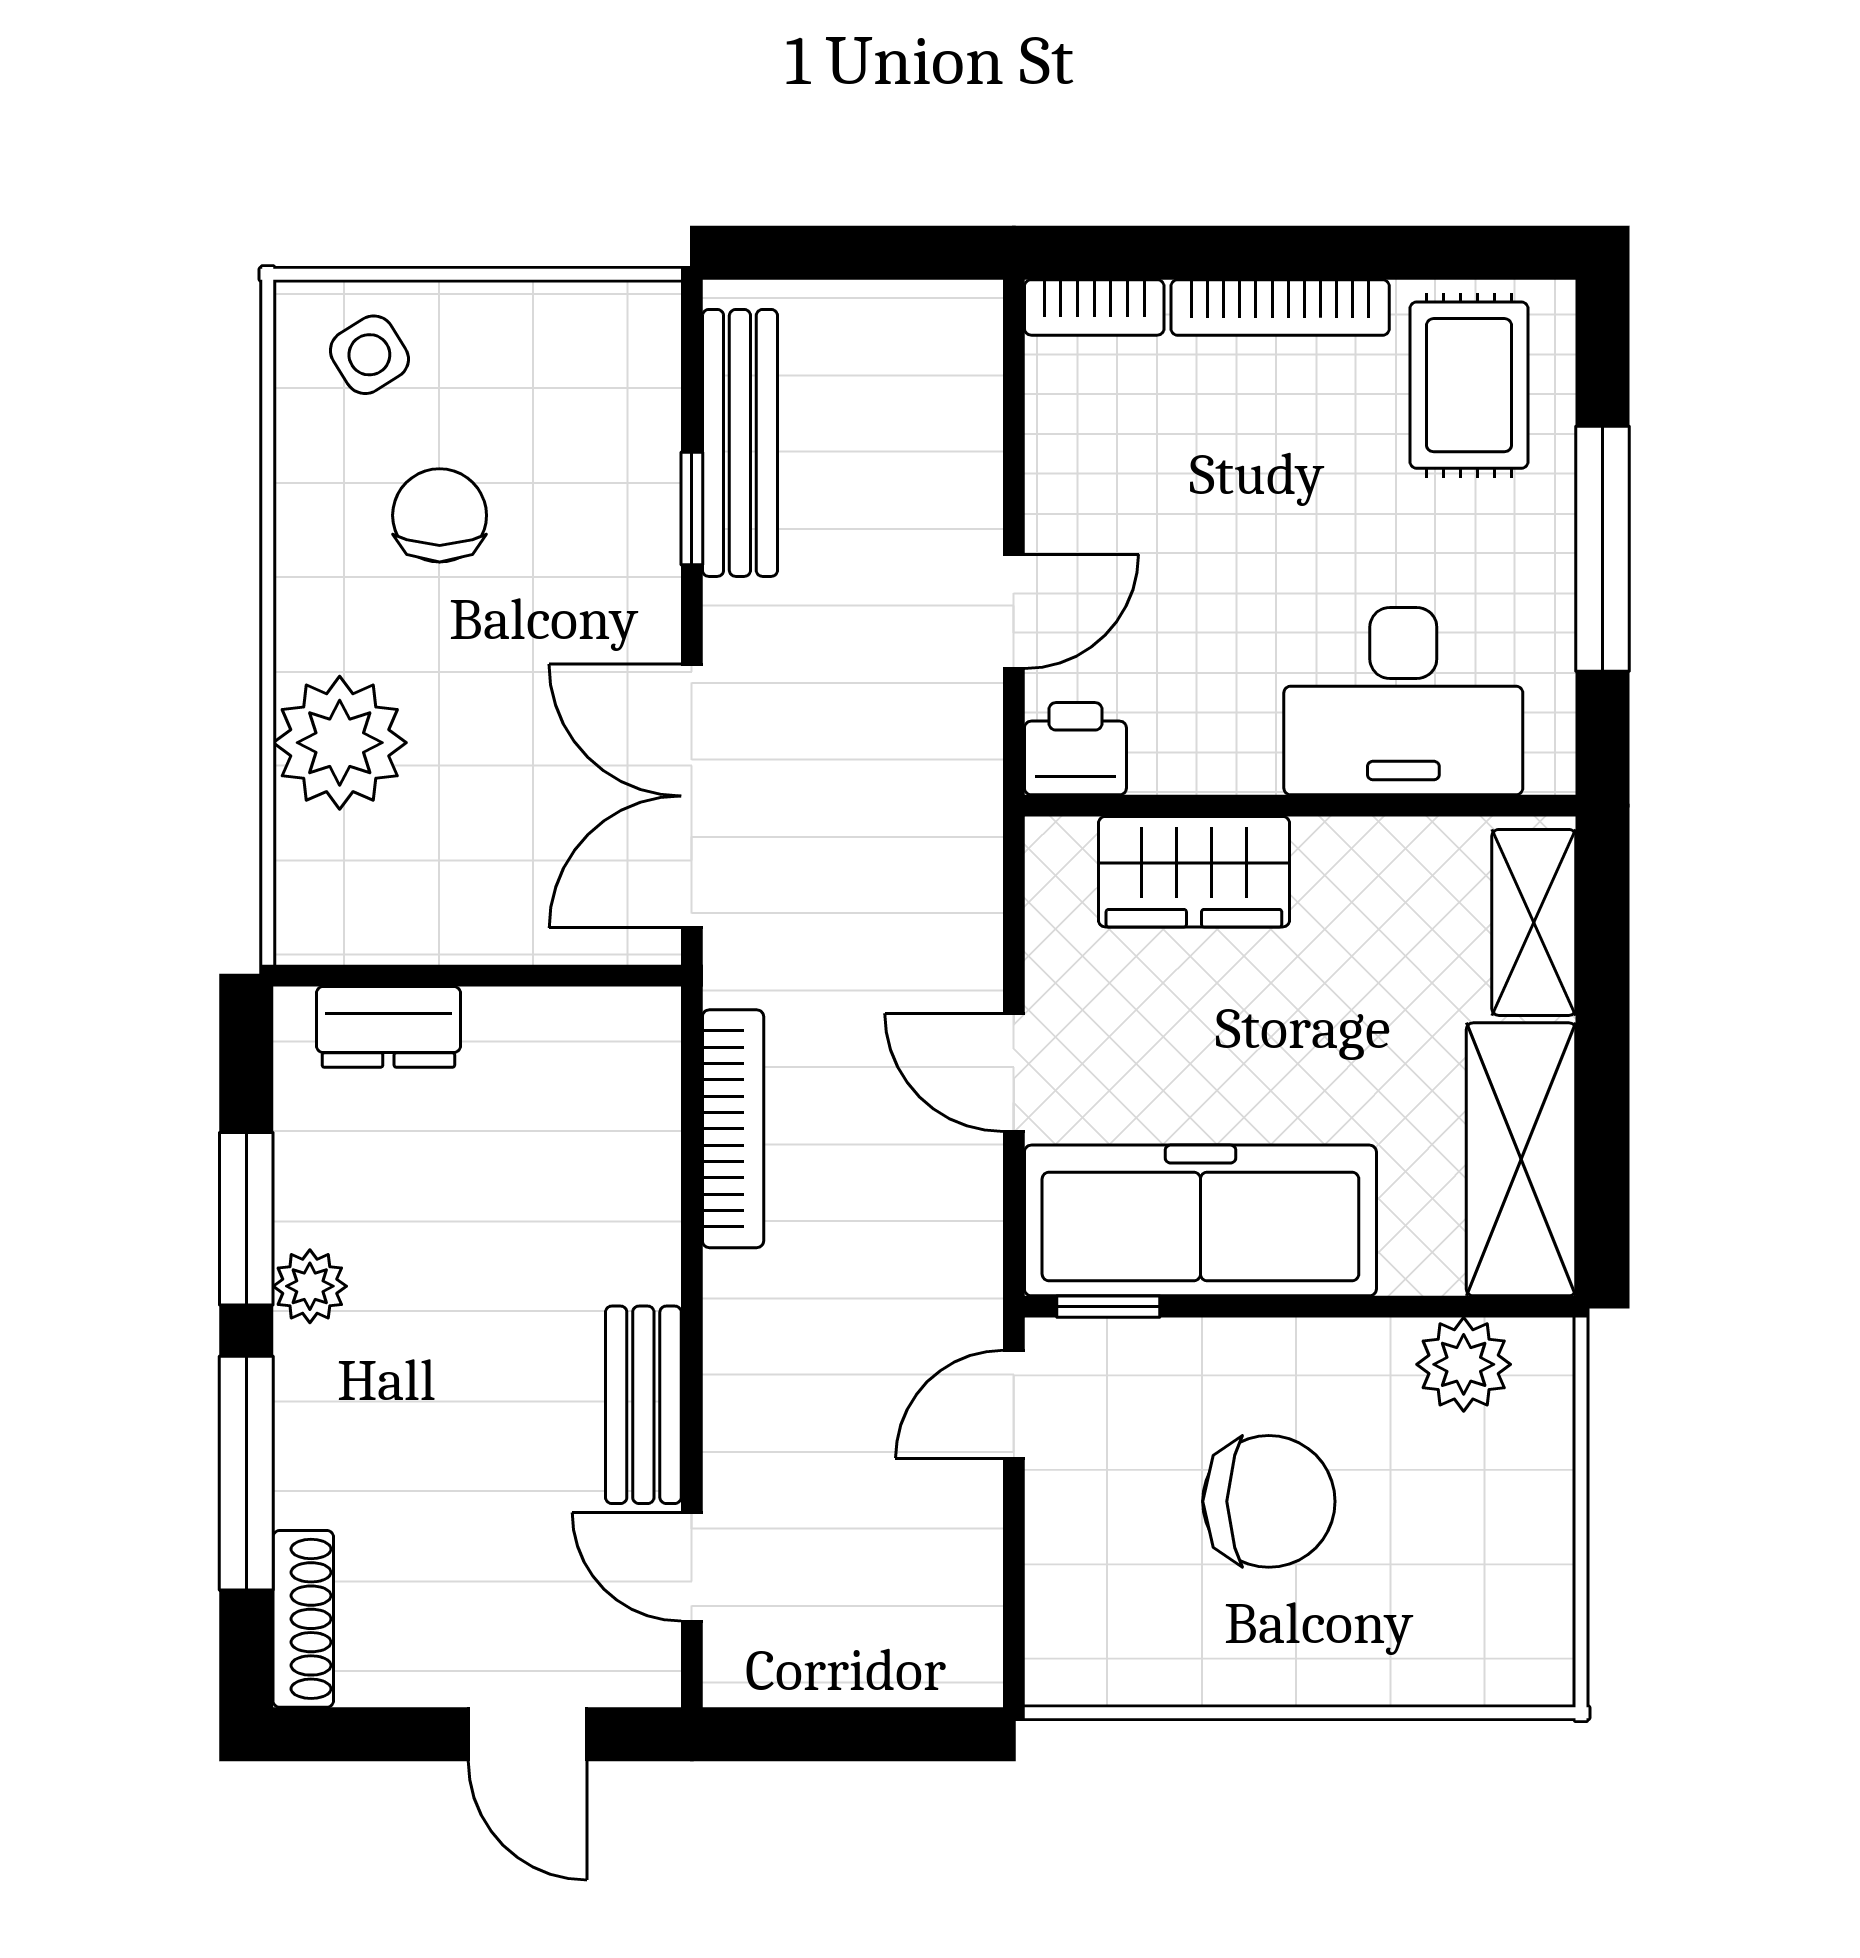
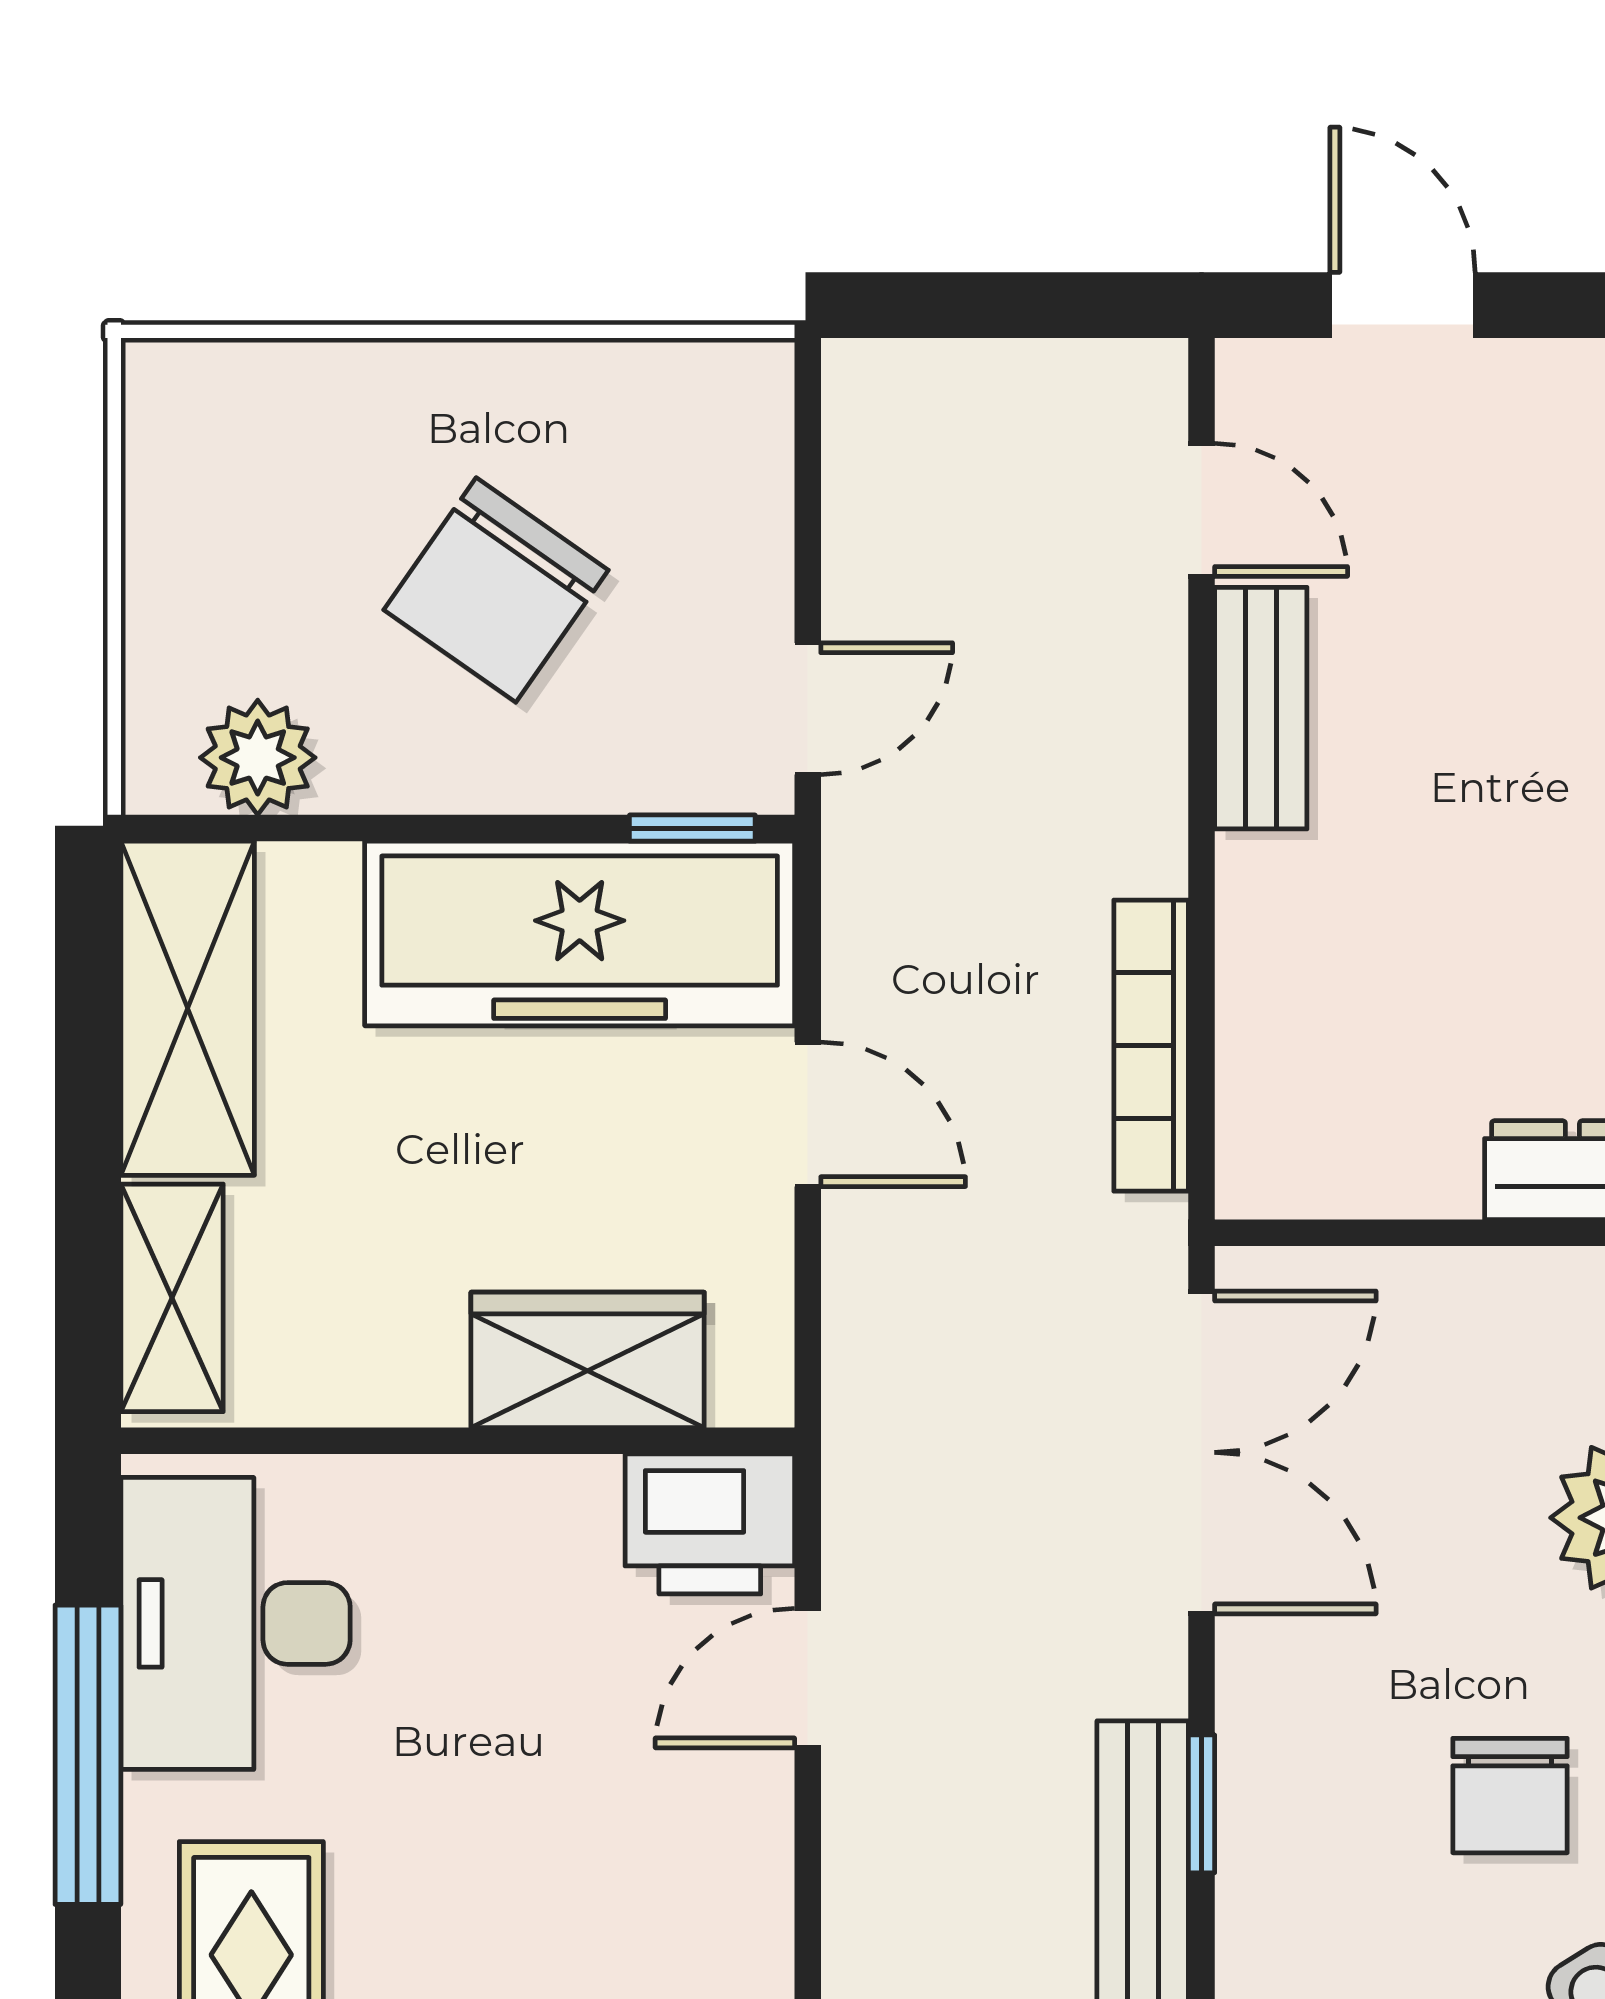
desk: (1403, 701) -> (235, 1623), moved, turned -90
printer: (1075, 749) -> (710, 1524), width x1.36, depth x1.24
chair: (1269, 1501) -> (496, 590), turned -55

